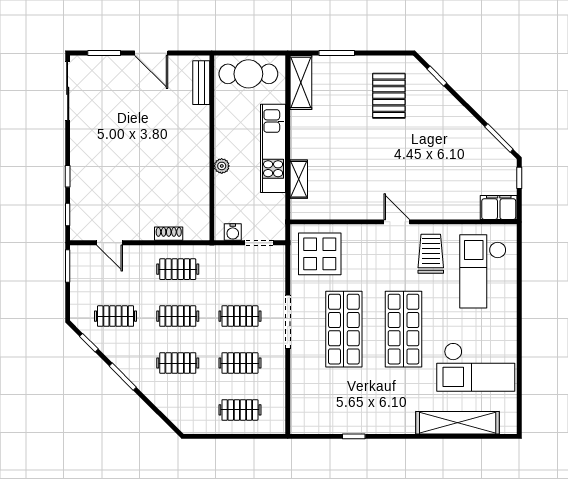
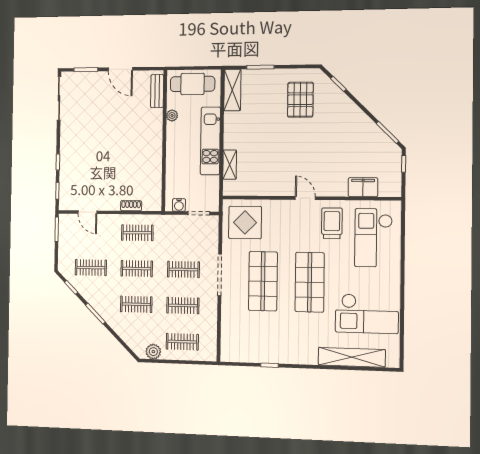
plant: (222, 166) -> (172, 115), moved
filing cabinet: (499, 207) -> (363, 187), moved
plant: (202, 424) -> (153, 352), added

